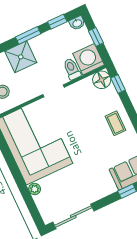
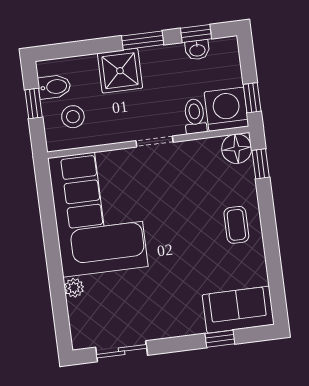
washbasin: (77, 23) -> (197, 50), moved
window: (96, 37) -> (252, 98), moved
sliding door: (73, 216) -> (122, 351), width x0.73

